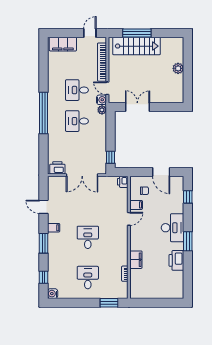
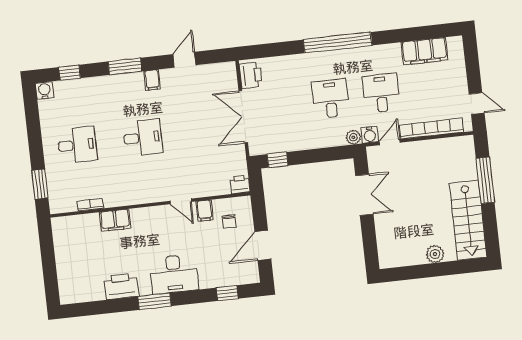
filing cabinet: (63, 44) -> (425, 51), moved, turned -90
stairs: (137, 46) -> (468, 220), moved

